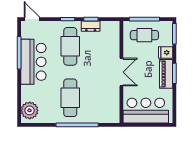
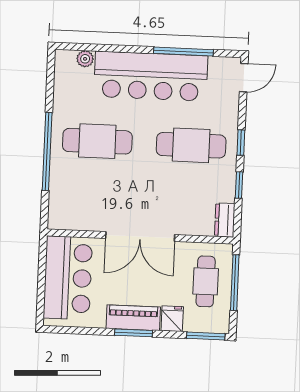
dresser: (91, 26) -> (225, 220), moved
bar counter: (33, 62) -> (151, 76), width x1.36
double door: (121, 72) -> (140, 236), width x1.37
plant: (30, 110) -> (85, 59), width x0.53, depth x0.53

